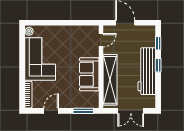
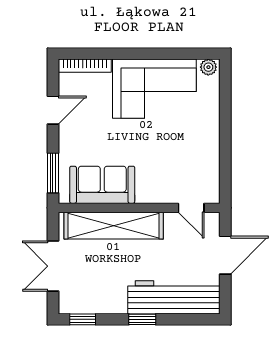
window: (158, 43) -> (83, 319), moved
workbench: (147, 71) -> (174, 297), moved
sofa: (89, 74) -> (102, 185), moved
door: (51, 111) -> (53, 110), hinge flipped

